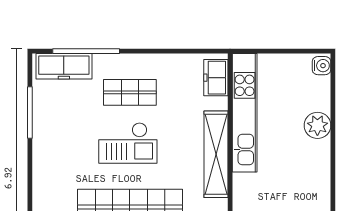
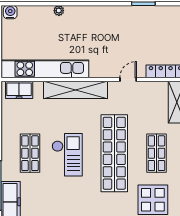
plant: (317, 125) -> (59, 11), width x0.53, depth x0.53

